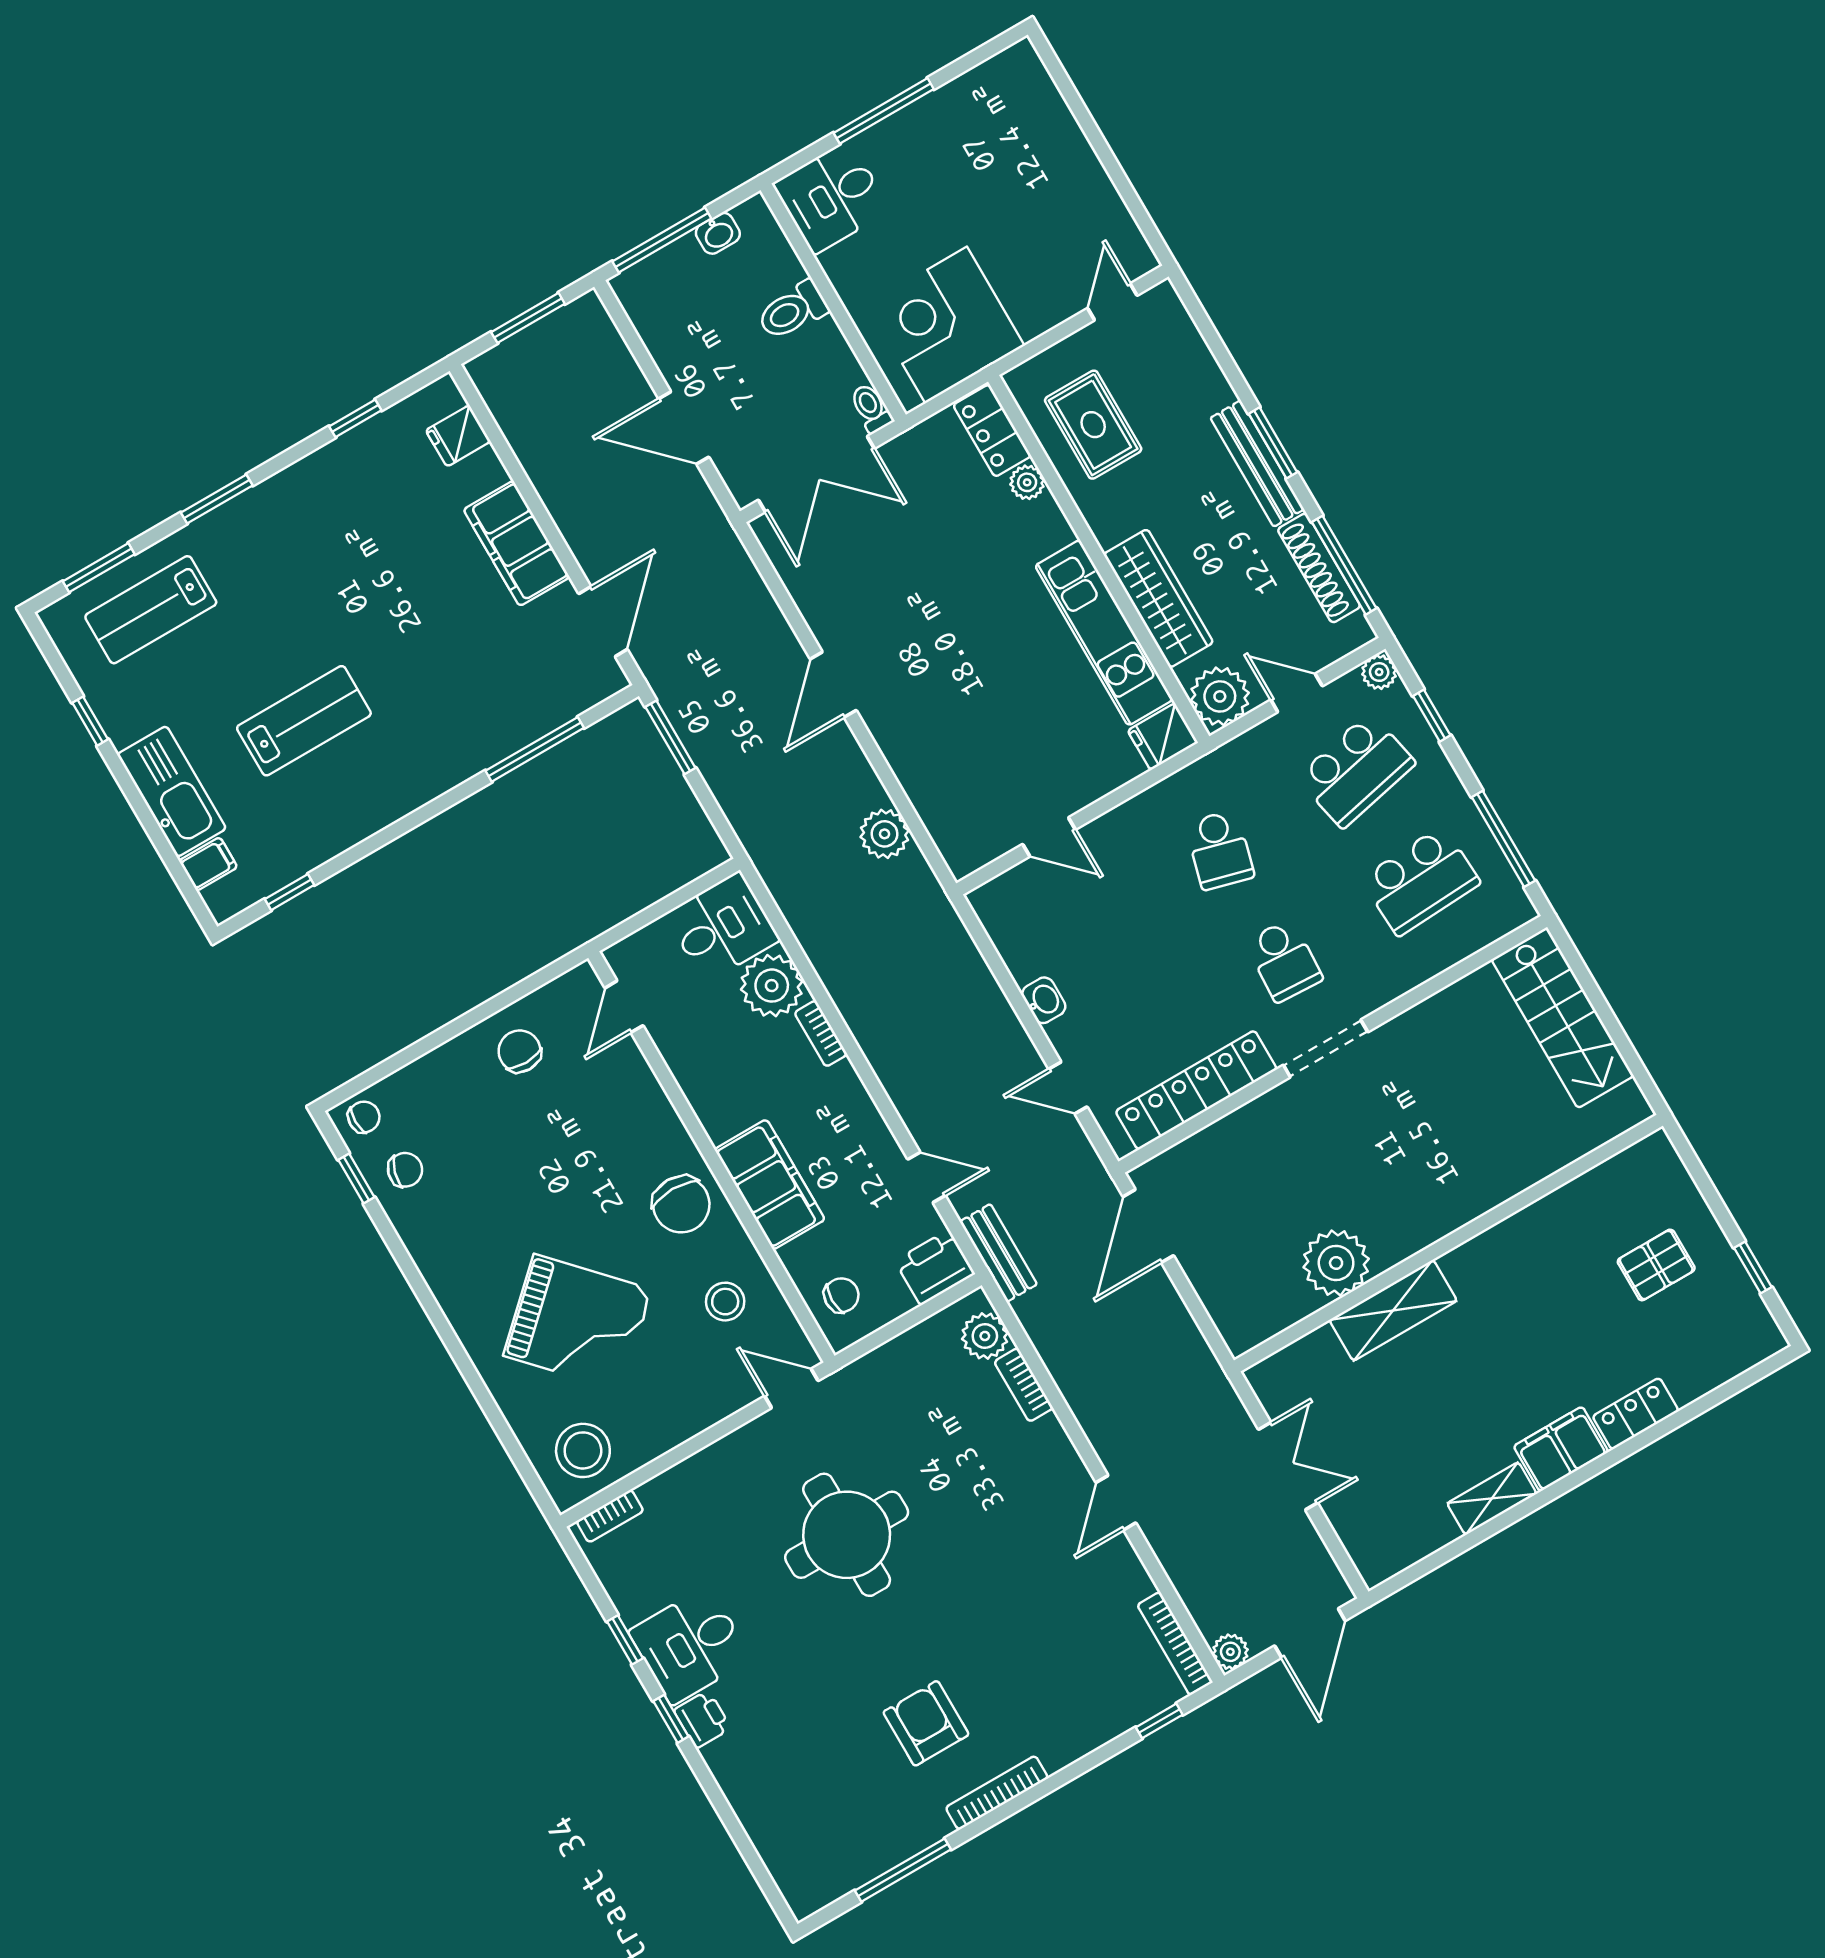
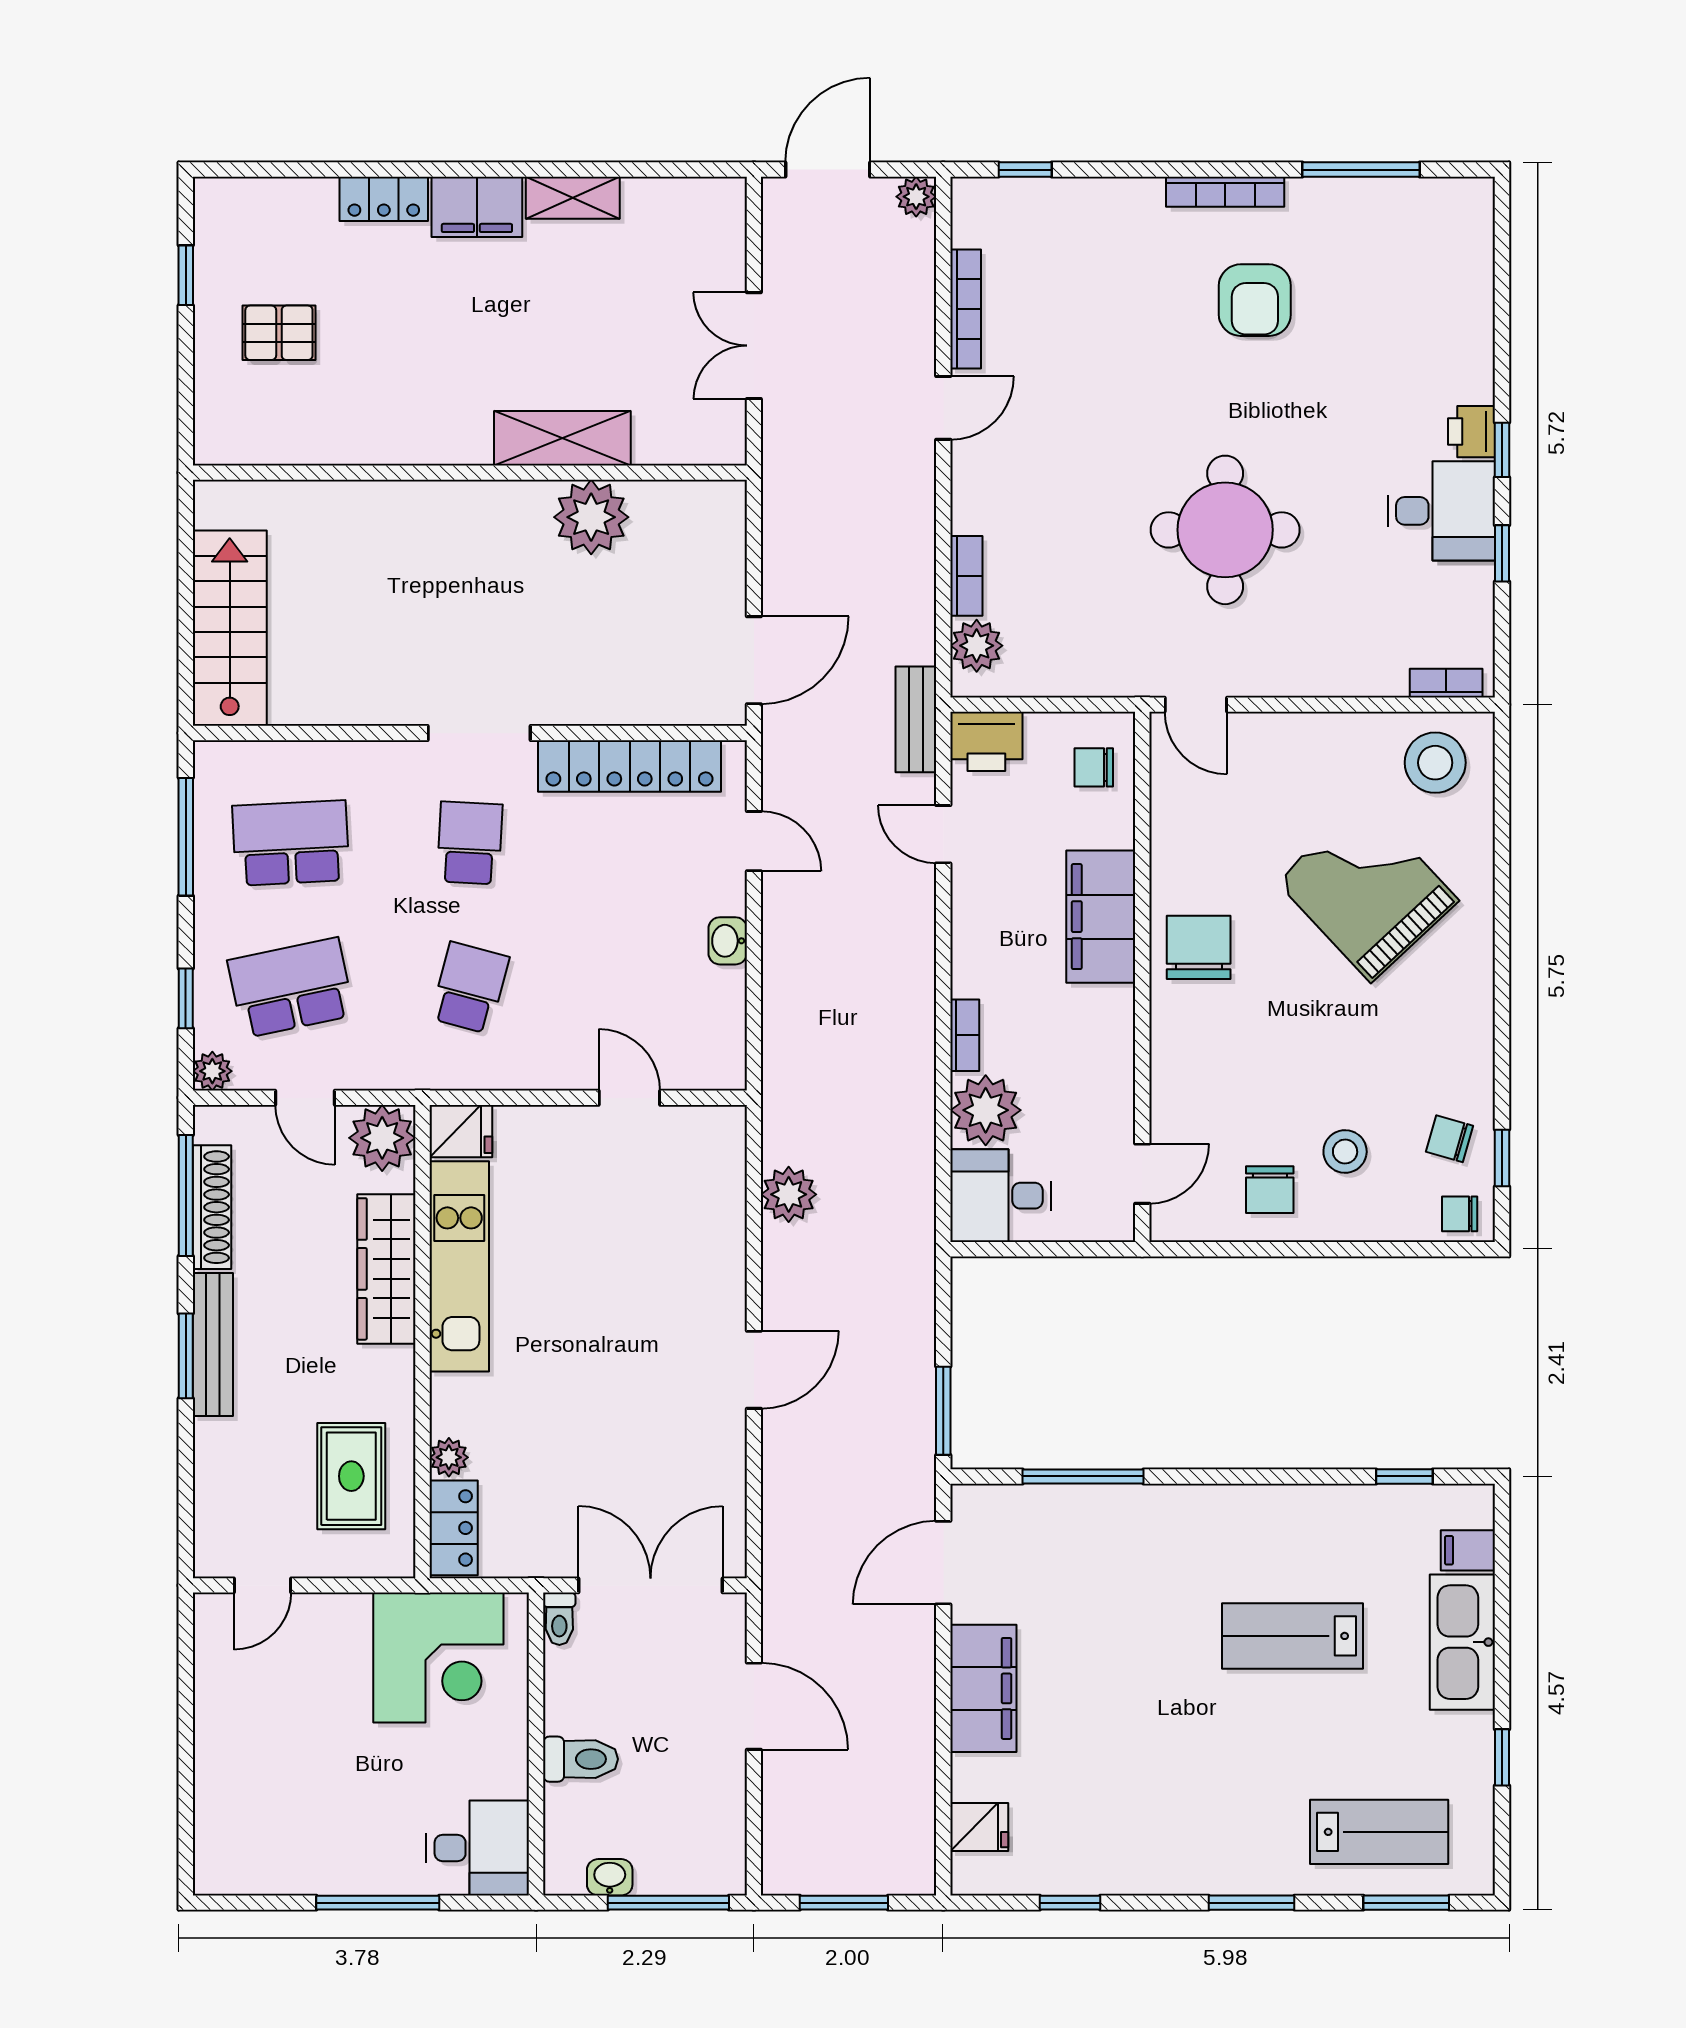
stool: (725, 1302) -> (1345, 1151), moved
bookcase: (1175, 1644) -> (966, 309), moved

